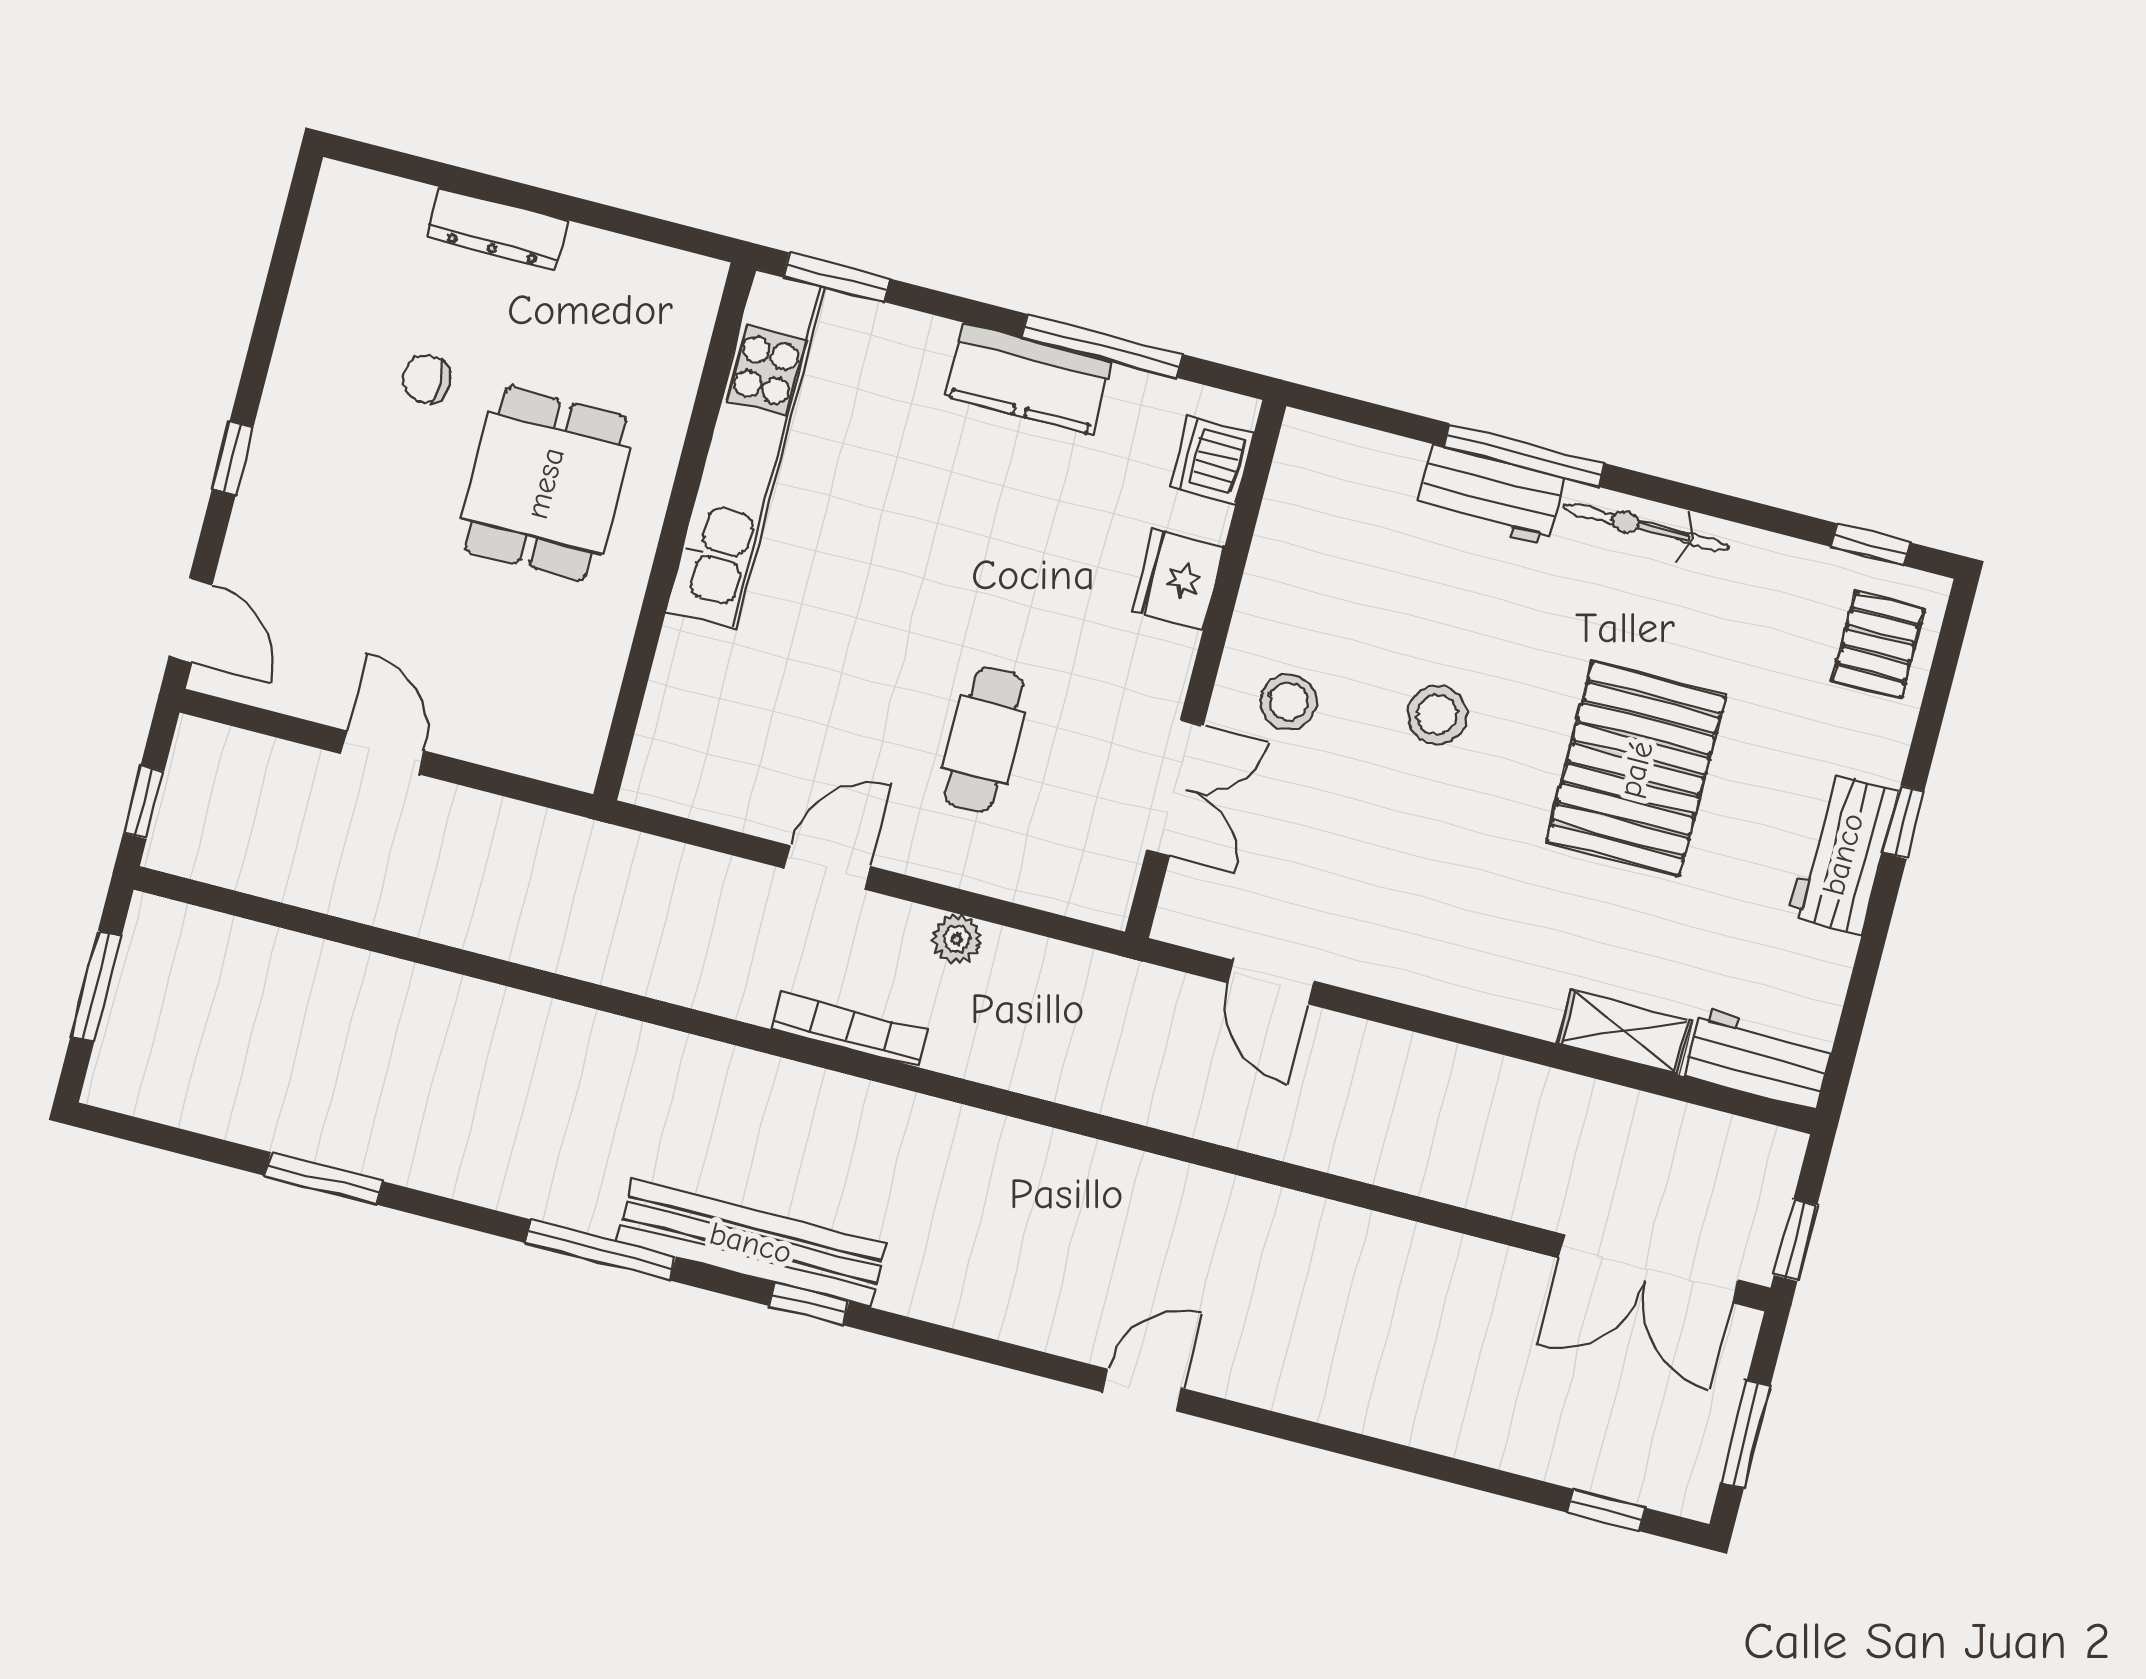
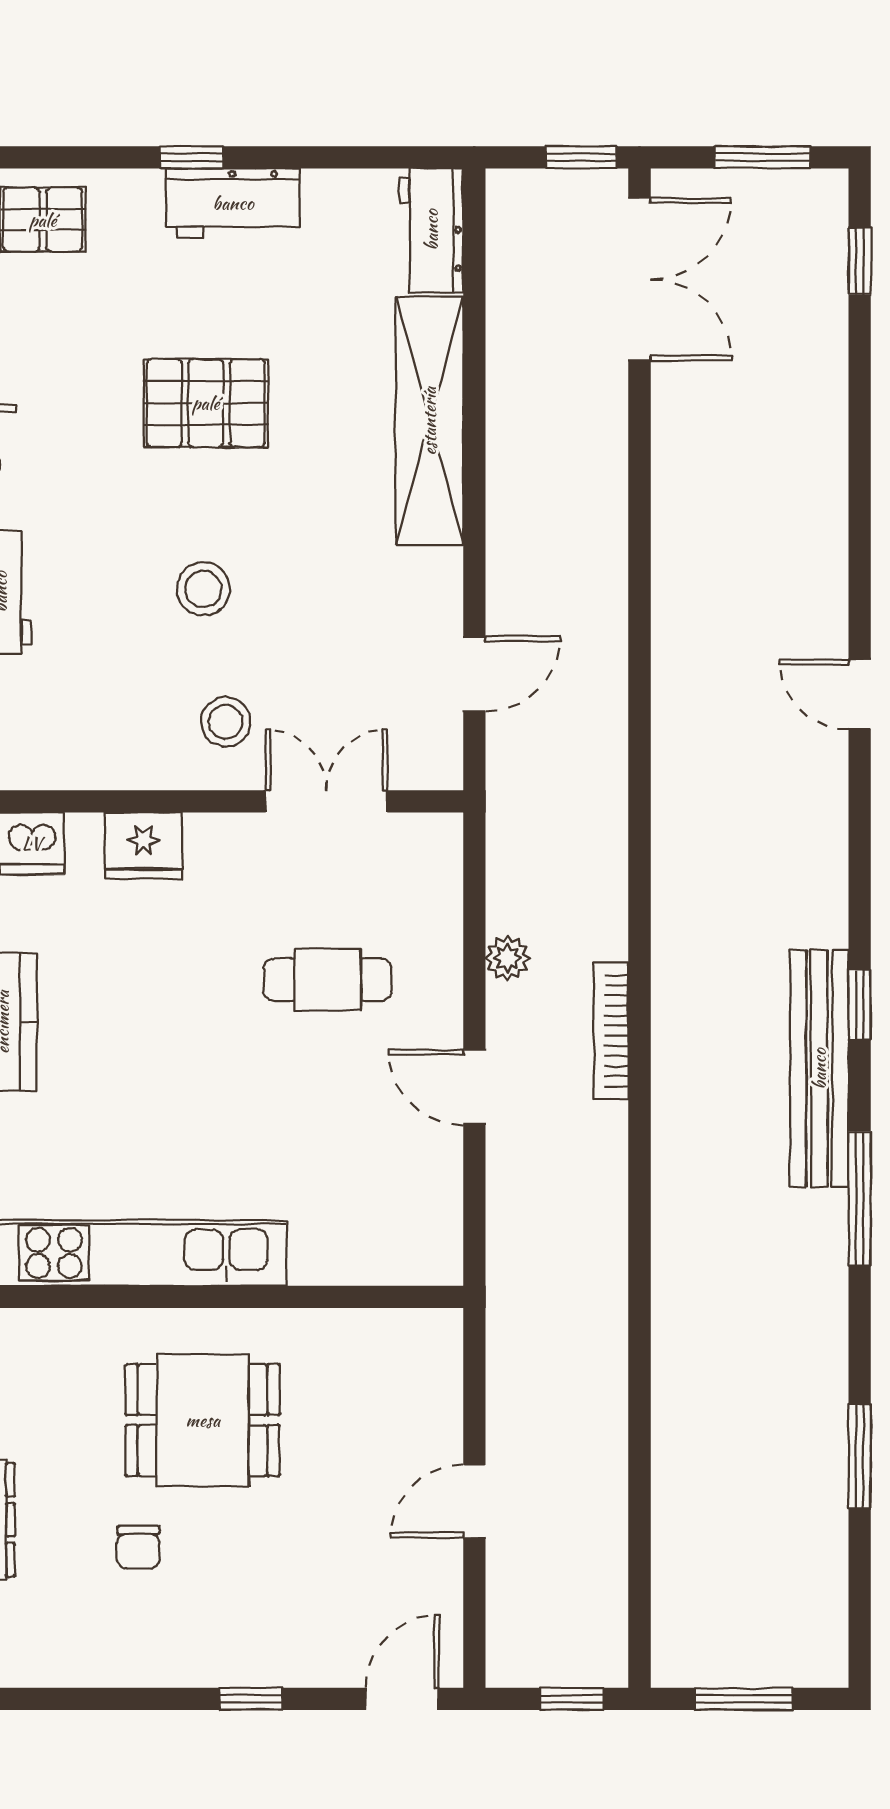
pallet: (1636, 769) -> (206, 403), width x0.73, depth x0.71
shelving: (1625, 1032) -> (429, 421), width x2.20, depth x1.33

